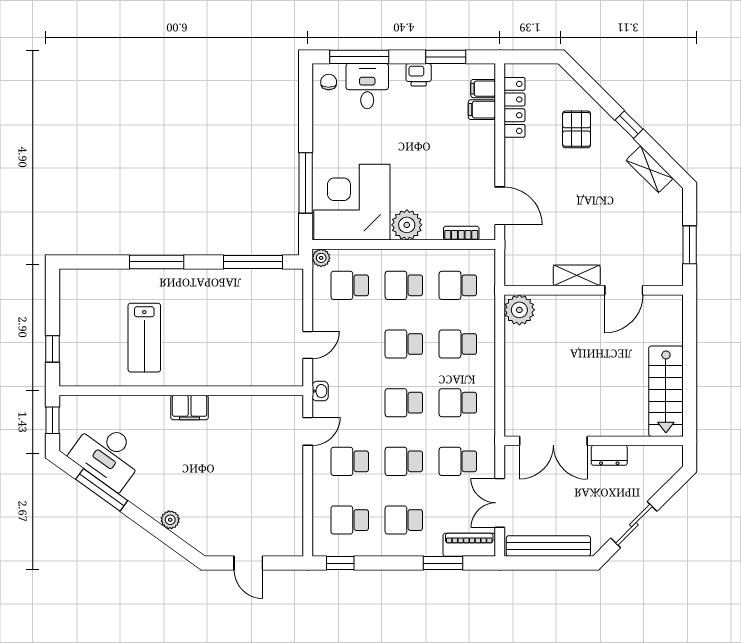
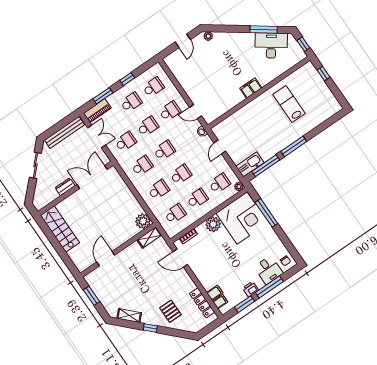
window: (359, 57) -> (269, 287), moved
window: (157, 262) -> (294, 146), moved
shelving: (577, 275) -> (149, 238), moved
kitchen sink: (278, 282) -> (250, 164), added
door: (308, 431) -> (196, 112), hinge flipped
plant: (170, 520) -> (208, 36), moved
door: (248, 563) -> (183, 41), swing flipped
window: (340, 563) -> (127, 79), moved

